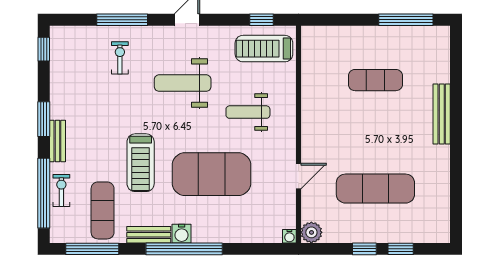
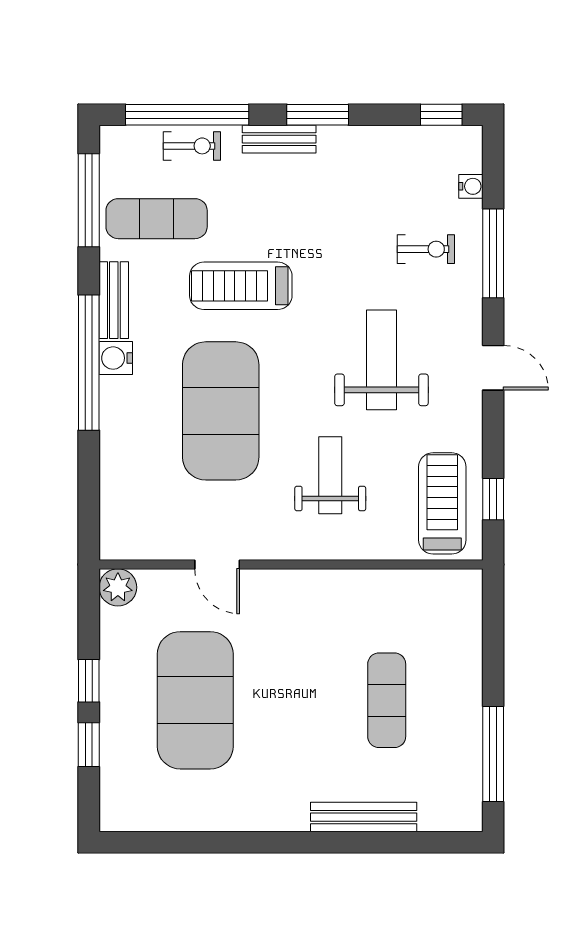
bench: (442, 114) -> (364, 817), moved
exercise mat: (375, 189) -> (195, 700), width x1.47
water cooler: (289, 236) -> (471, 186), moved, turned 180

